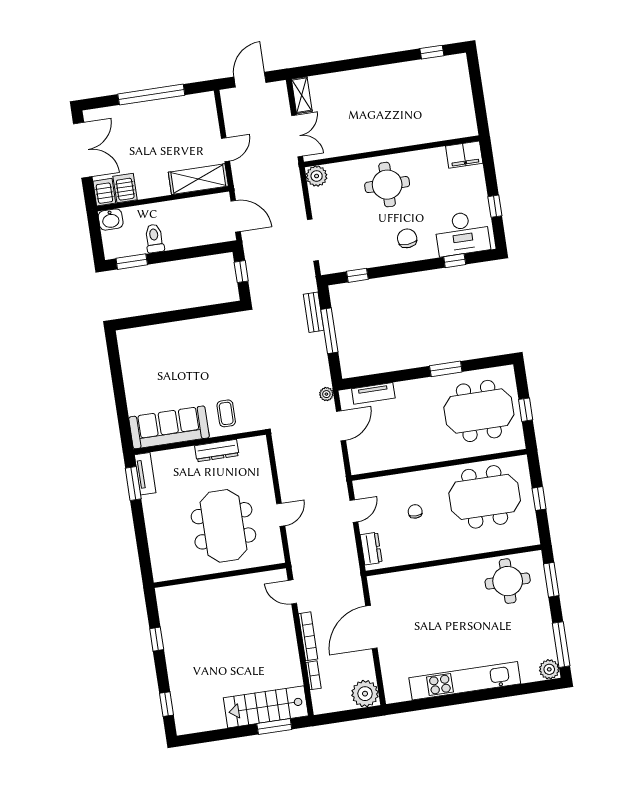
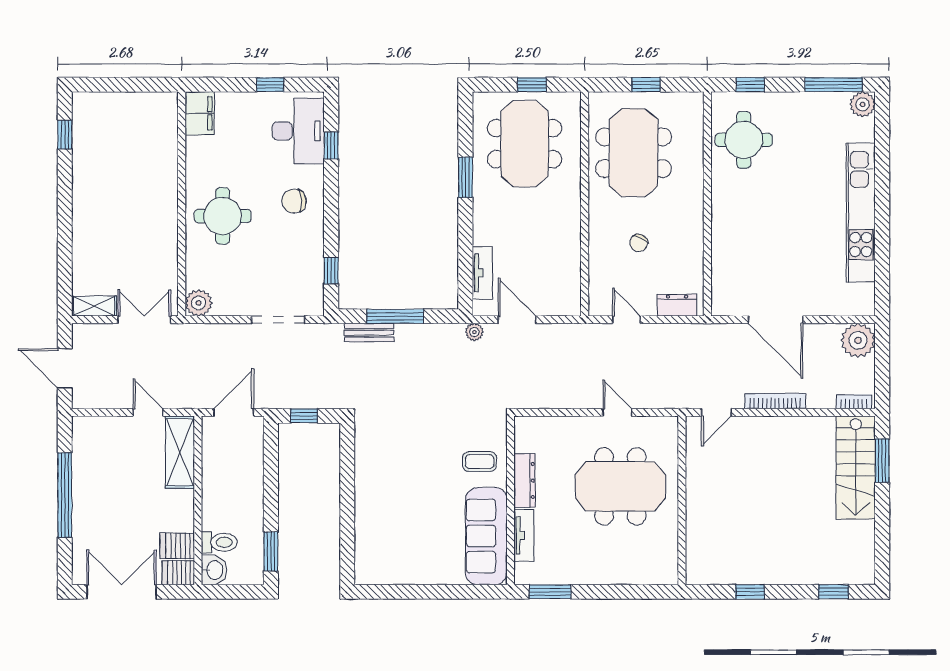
toilet: (154, 238) -> (219, 542), moved, turned 180
tv unit: (145, 474) -> (524, 535), moved, turned 90
chair: (415, 511) -> (639, 243), turned -65
window: (551, 580) -> (750, 85), width x0.67
bookcase: (313, 675) -> (854, 402), moved

